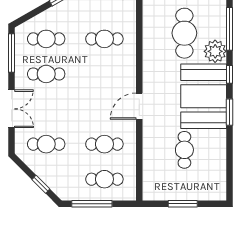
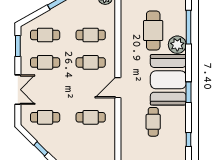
window: (11, 53) -> (18, 46), width x0.69
window: (230, 74) -> (189, 139), moved
cafe table: (104, 179) -> (91, 62), moved

